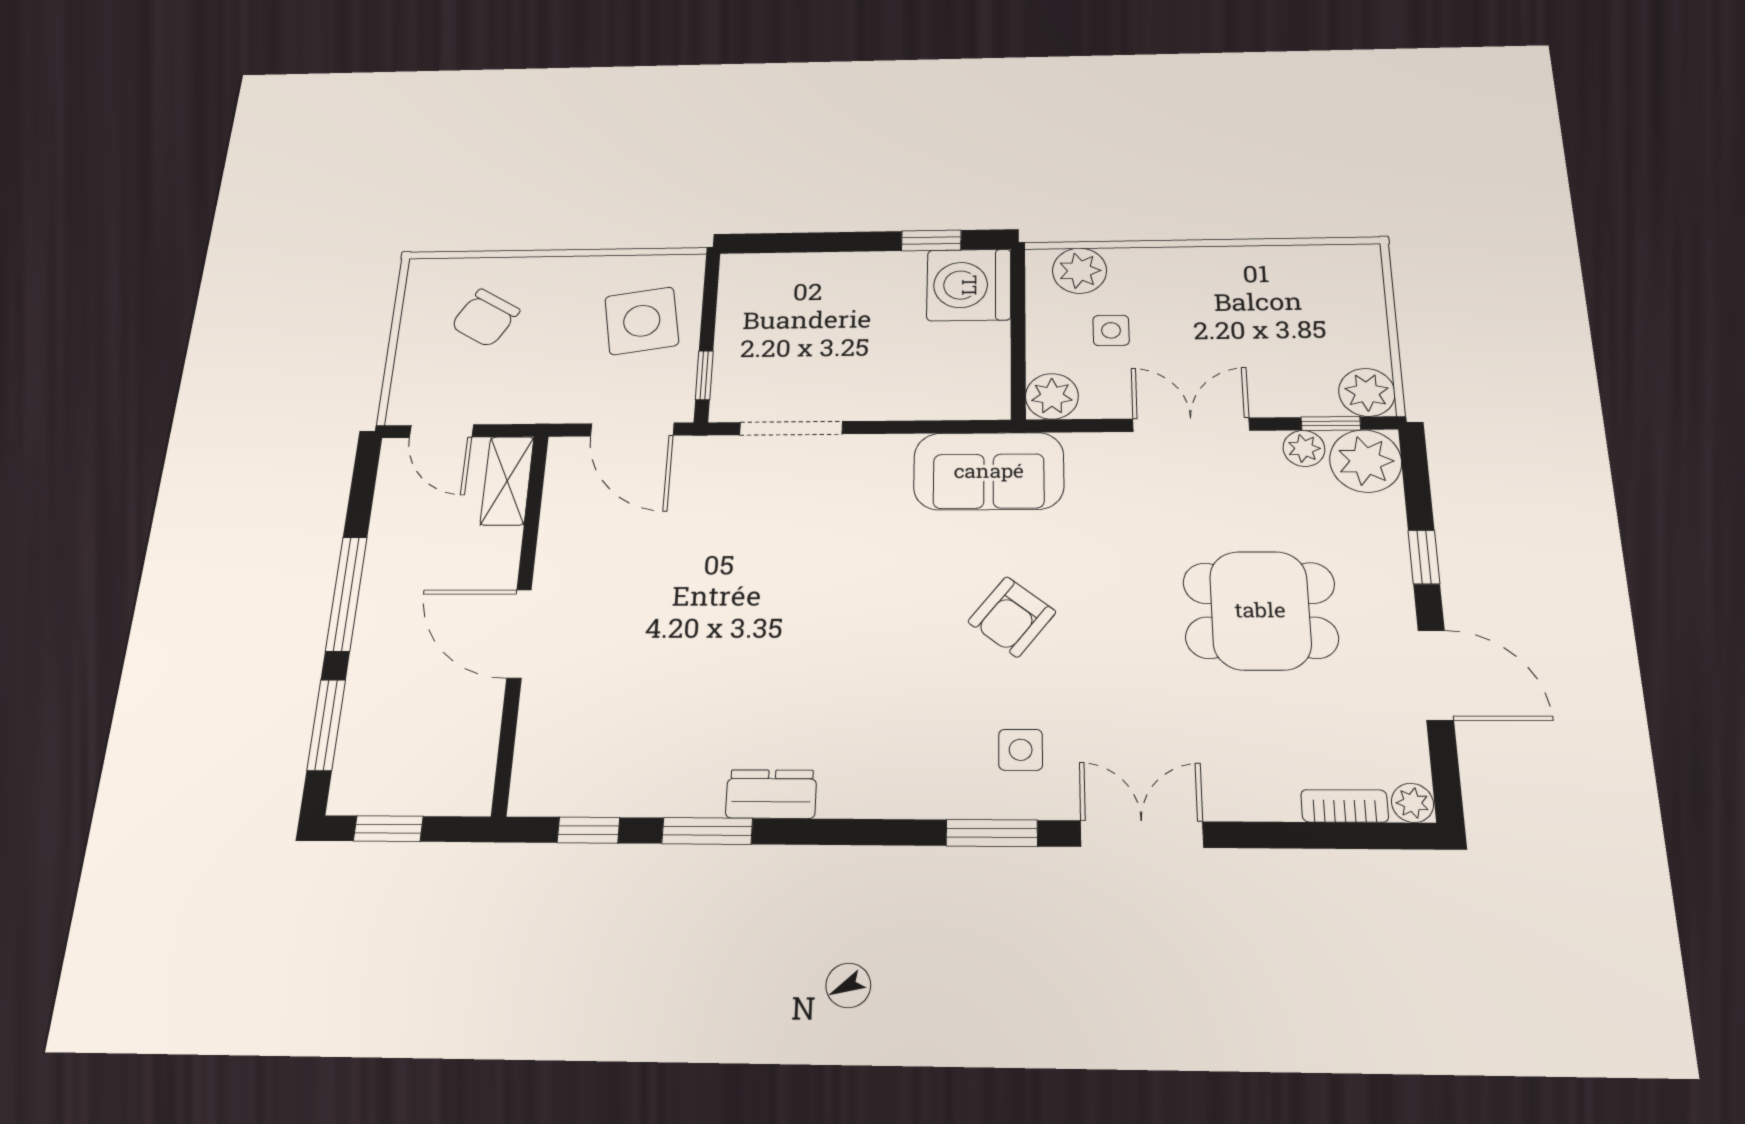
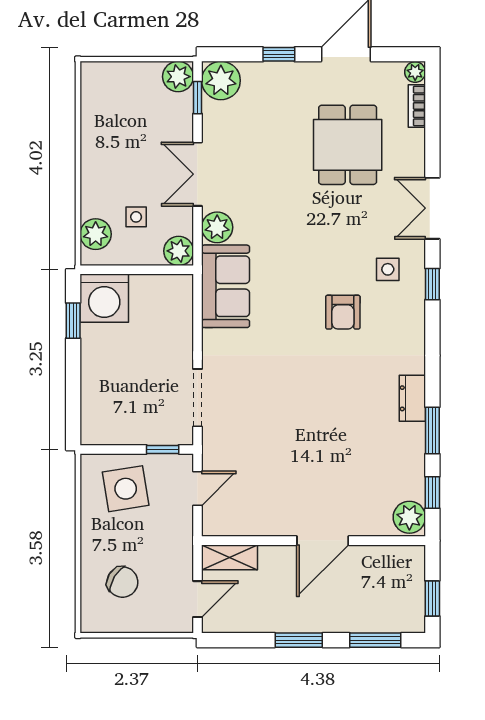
door: (632, 430) -> (197, 489), width x0.73
plant: (1304, 448) -> (217, 227), moved, width x1.38, depth x1.38
window: (346, 594) -> (299, 640), width x0.69
dining table: (1260, 610) -> (348, 145), moved
armchair: (1012, 617) -> (343, 312), moved, turned 52
plant: (546, 787) -> (409, 517), added
window: (992, 833) -> (432, 284), width x0.67

